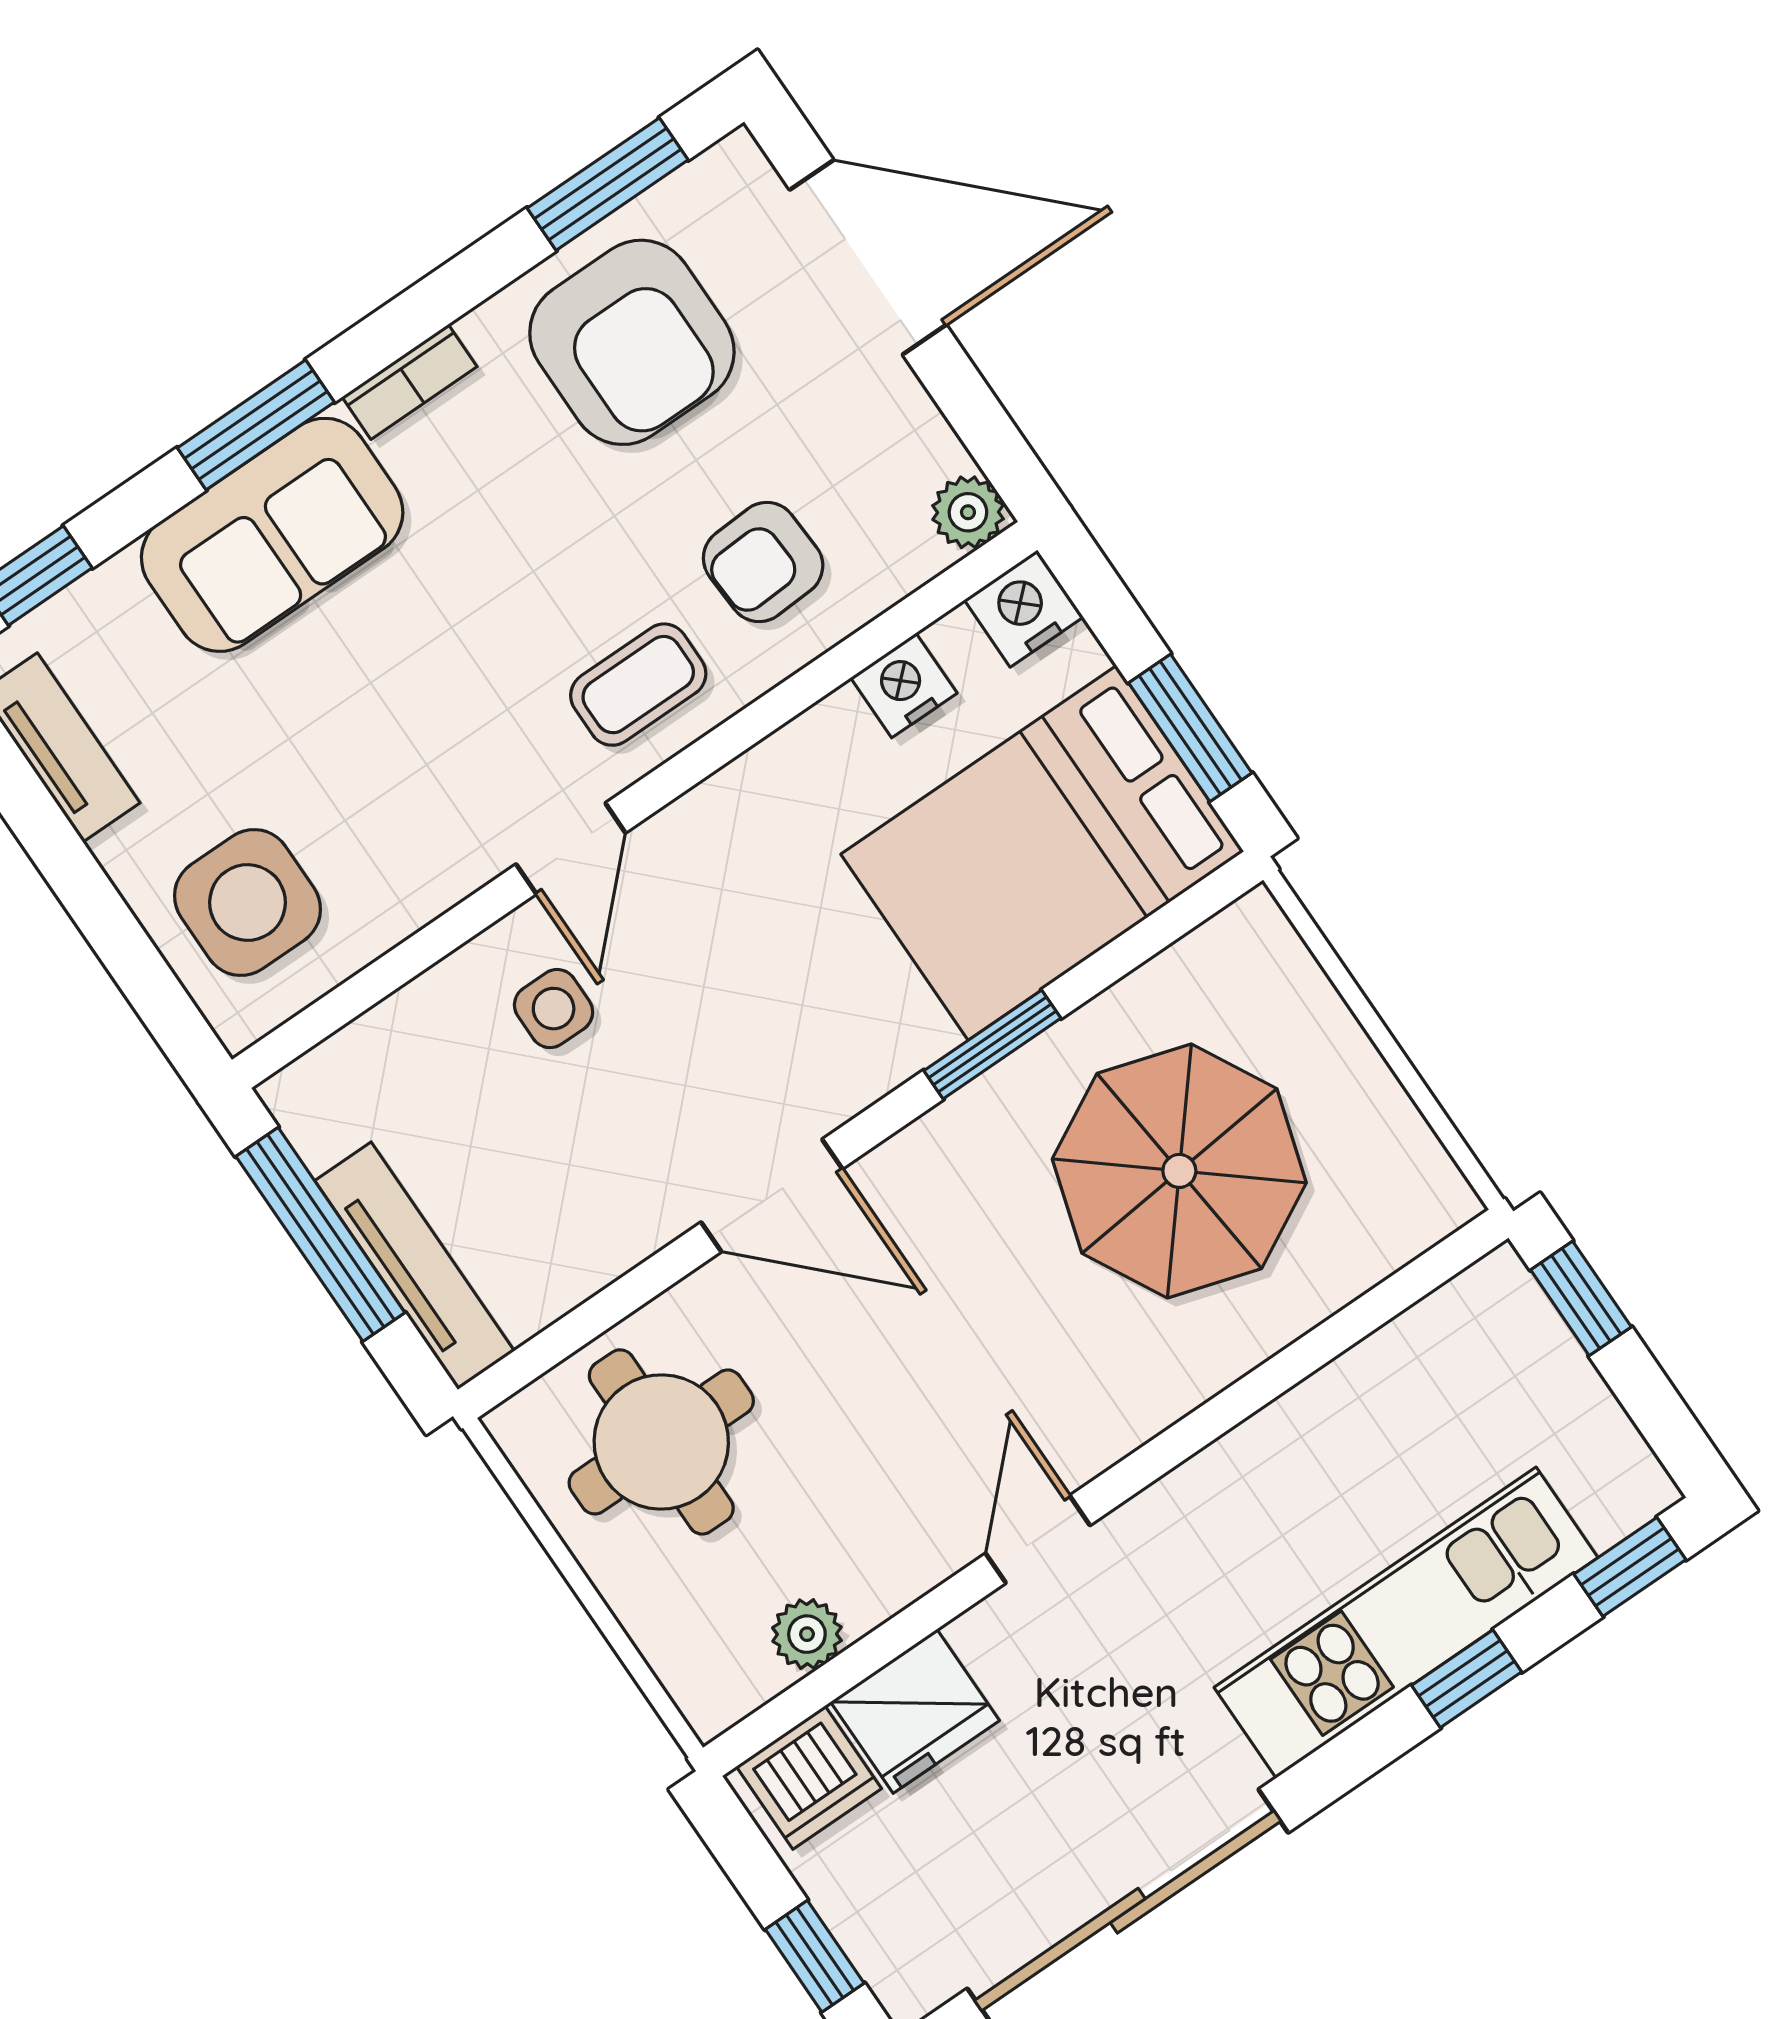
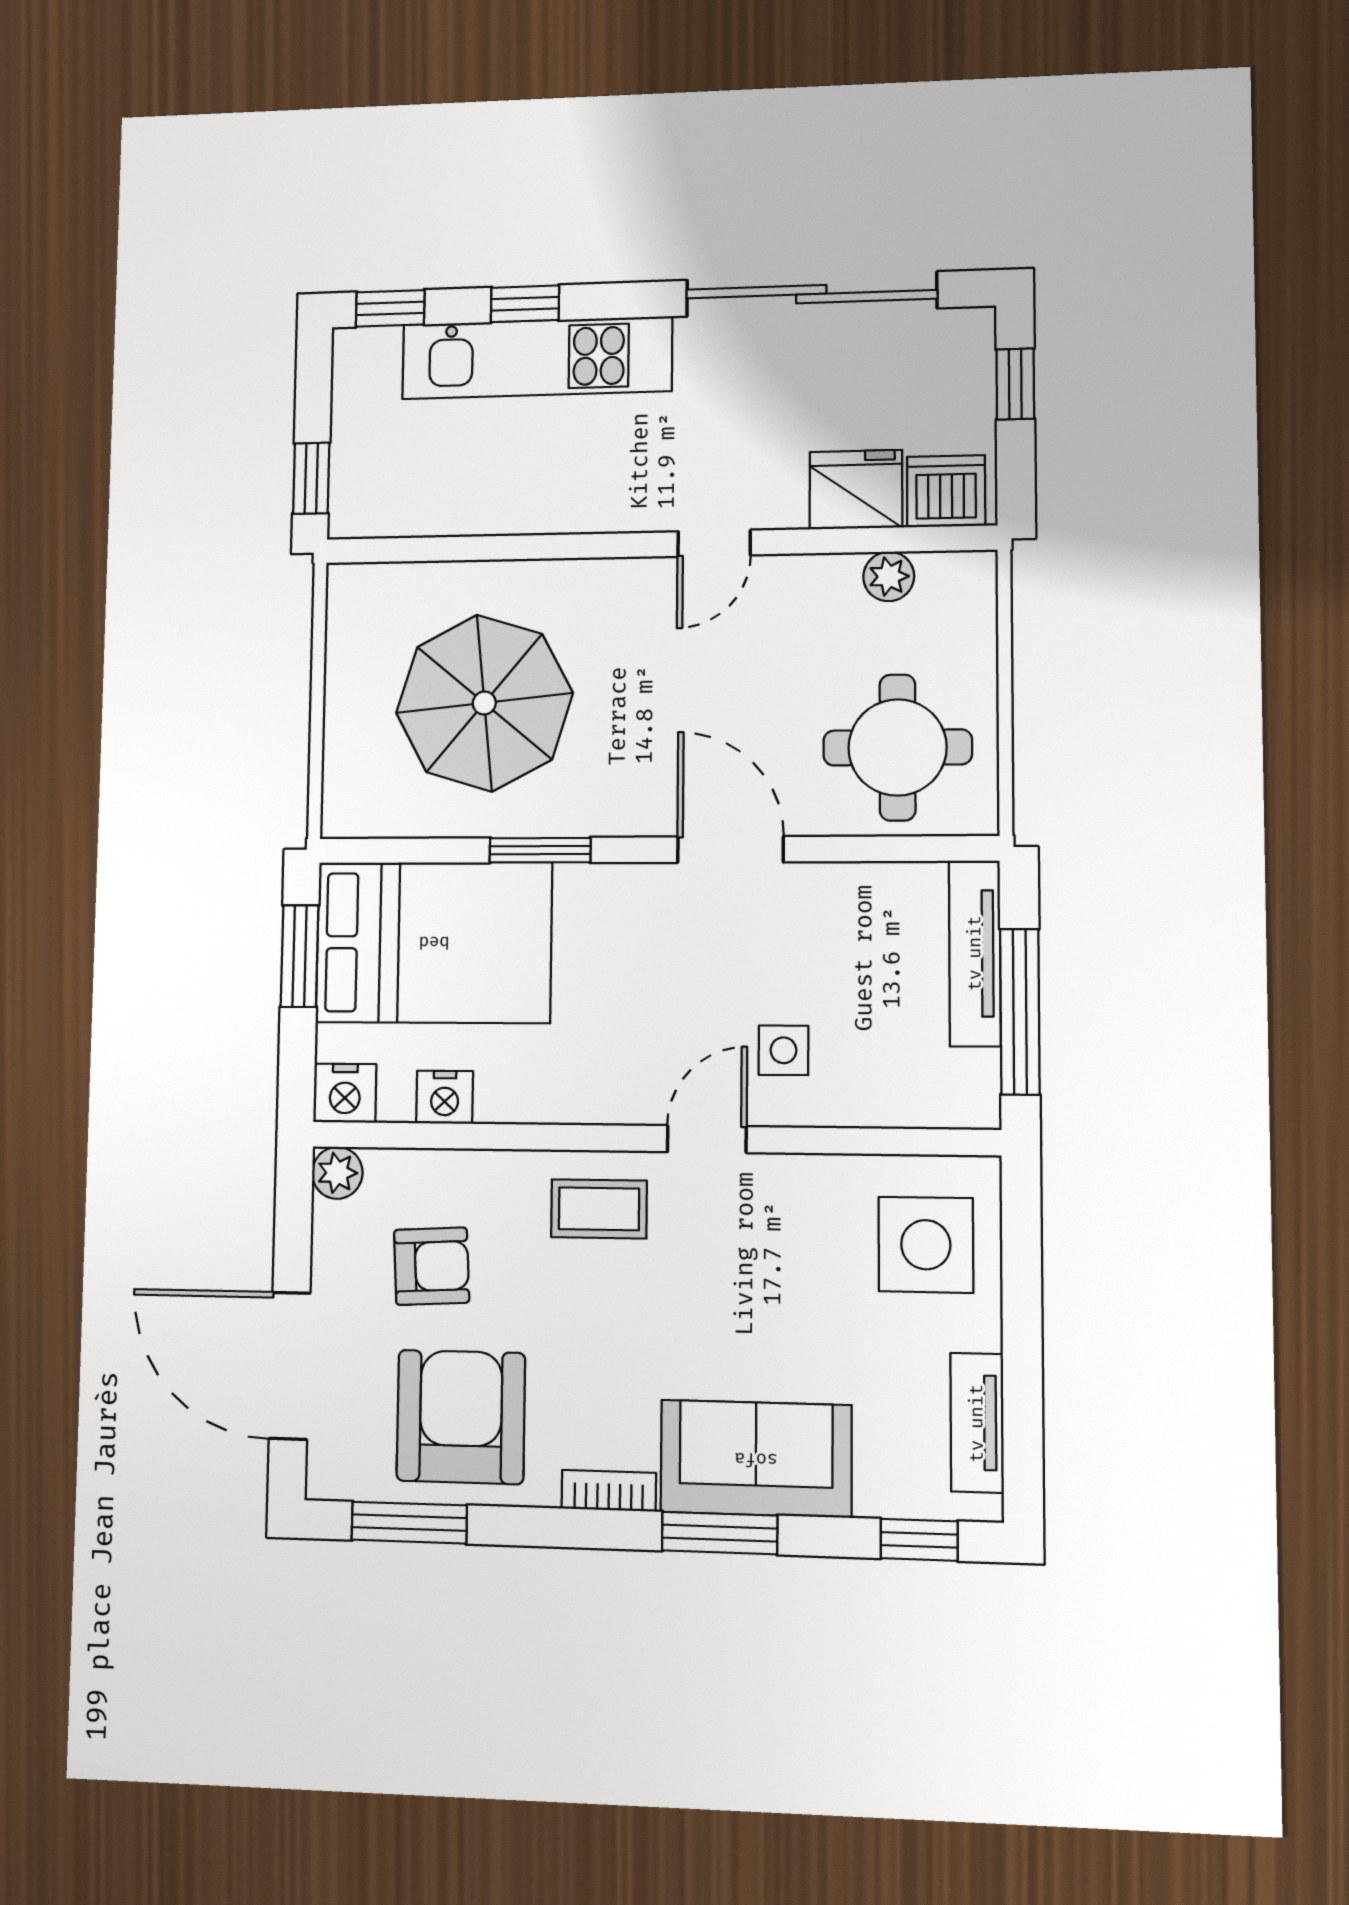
armchair: (763, 562) -> (432, 1266), moved

